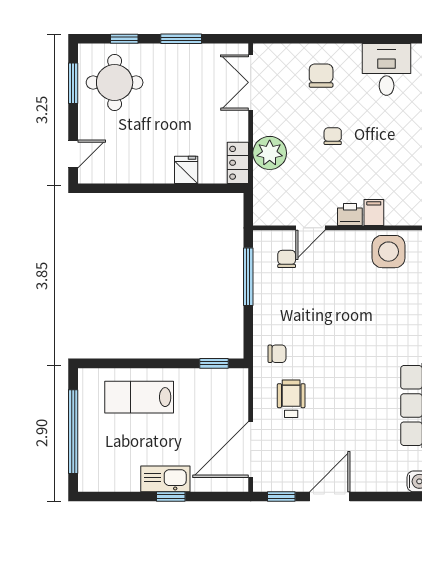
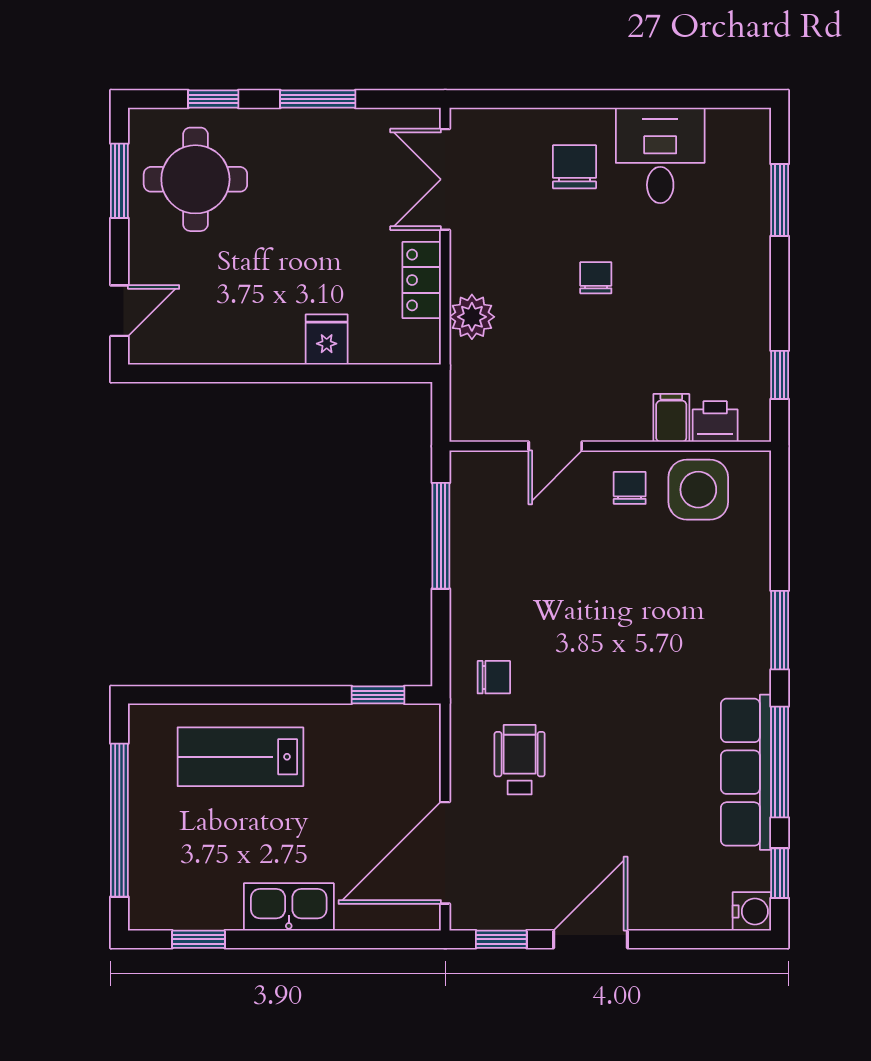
desk: (387, 69) -> (660, 155), moved
plant: (270, 153) -> (472, 317), width x0.73, depth x0.73
locker: (238, 163) -> (422, 280), moved
printer: (350, 214) -> (715, 422), moved
chair: (287, 259) -> (630, 488), moved
window: (171, 497) -> (199, 939), moved

